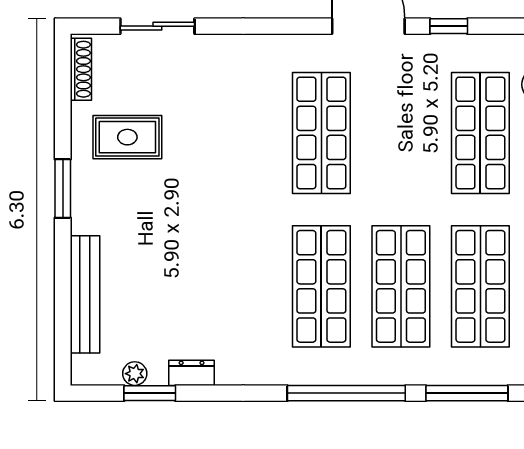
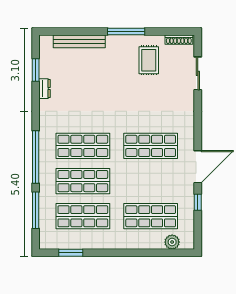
window: (63, 188) -> (126, 32), width x1.44
plant: (135, 374) -> (44, 63), removed

